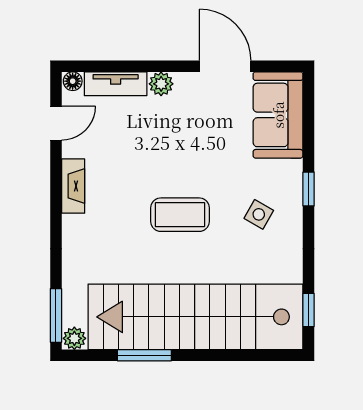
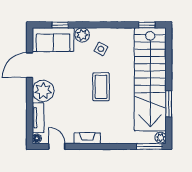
plant: (161, 84) -> (43, 91), width x1.88, depth x1.88
plant: (288, 175) -> (82, 35), added
window: (309, 189) -> (60, 25), moved

